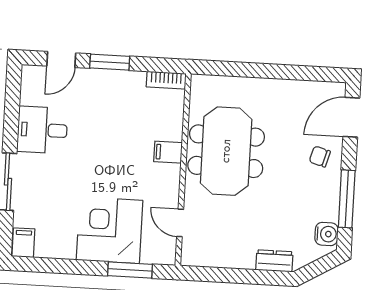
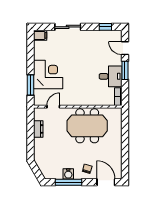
window: (13, 99) -> (105, 27), added
desk: (42, 130) -> (111, 76), moved, turned 90
filing cabinet: (168, 152) -> (85, 99), removed
water cooler: (327, 234) -> (68, 174), moved
dresser: (274, 261) -> (38, 129), moved

